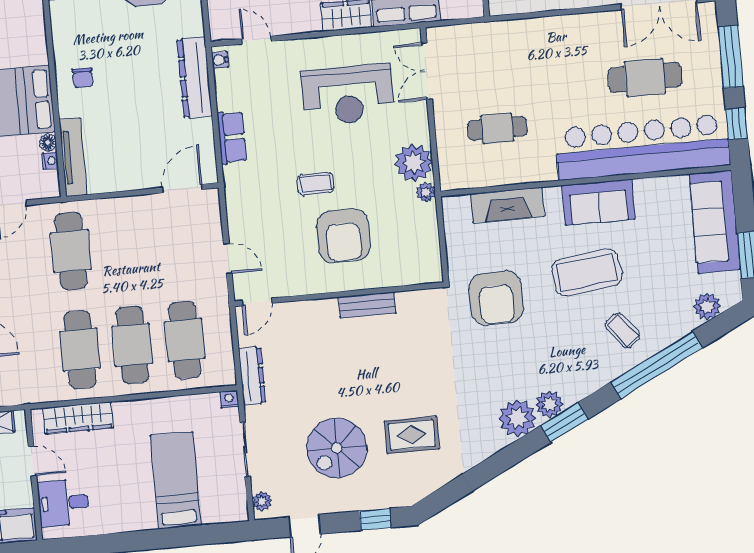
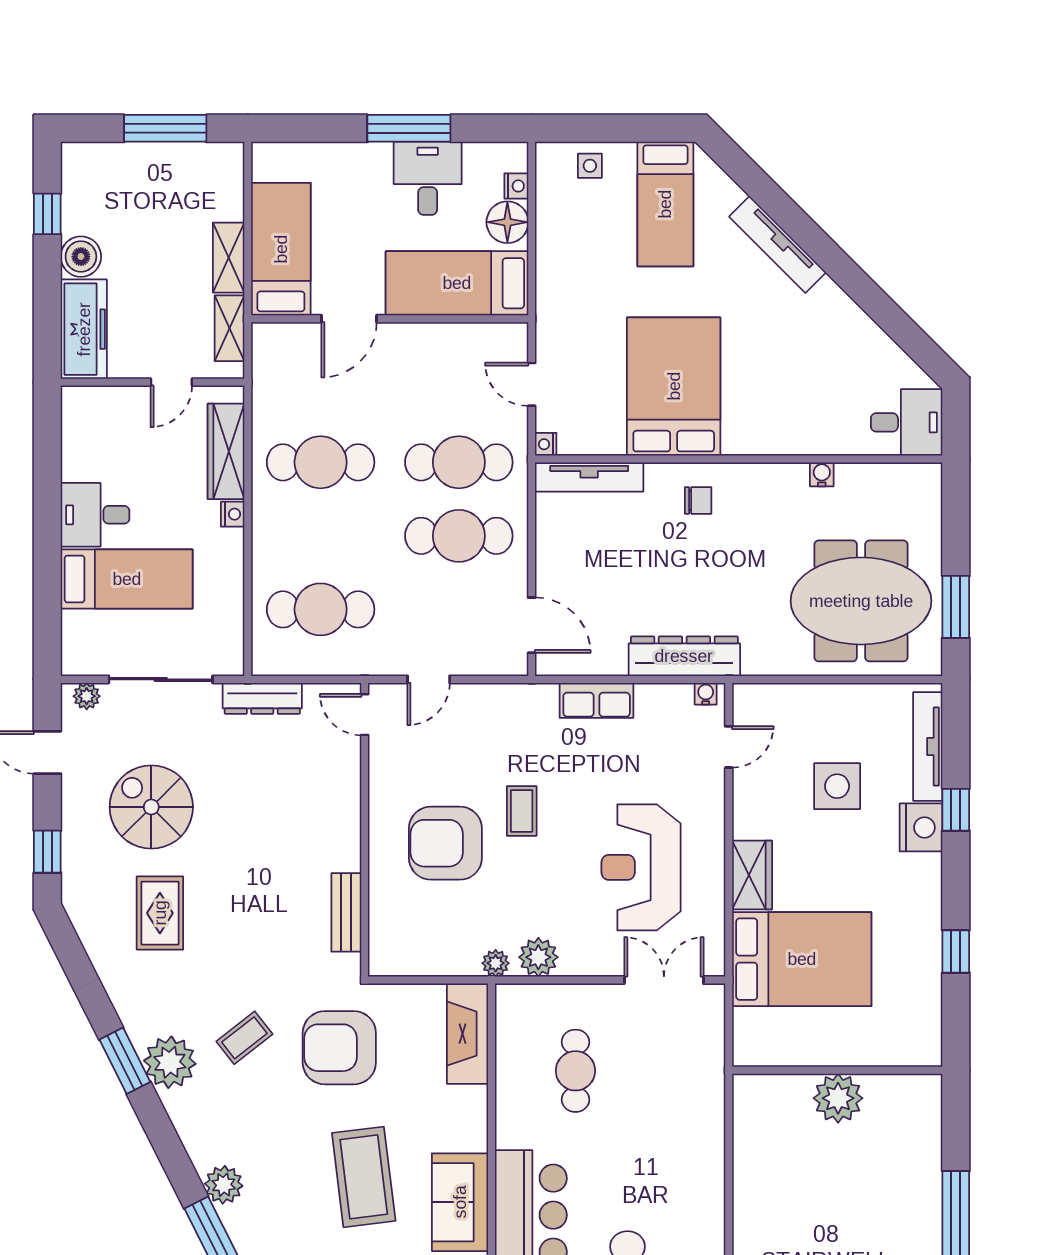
chair: (83, 78) -> (698, 500), turned 180
floor lamp: (48, 143) -> (613, 444), removed
nightstand: (50, 161) -> (546, 444), moved, turned 90
plant: (414, 163) -> (538, 957), width x0.73, depth x0.73
fireplace: (508, 205) -> (468, 1034), moved
bench: (367, 305) -> (346, 912), moved
coffee table: (623, 331) -> (244, 1038), moved
cafe table: (132, 345) -> (459, 536), moved
nightstand: (229, 399) -> (233, 514), moved
plant: (549, 404) -> (224, 1185), moved
window: (564, 422) -> (125, 1061), moved
sliding door: (245, 450) -> (161, 679), width x1.37
desk: (63, 503) -> (95, 515), moved, turned -90

